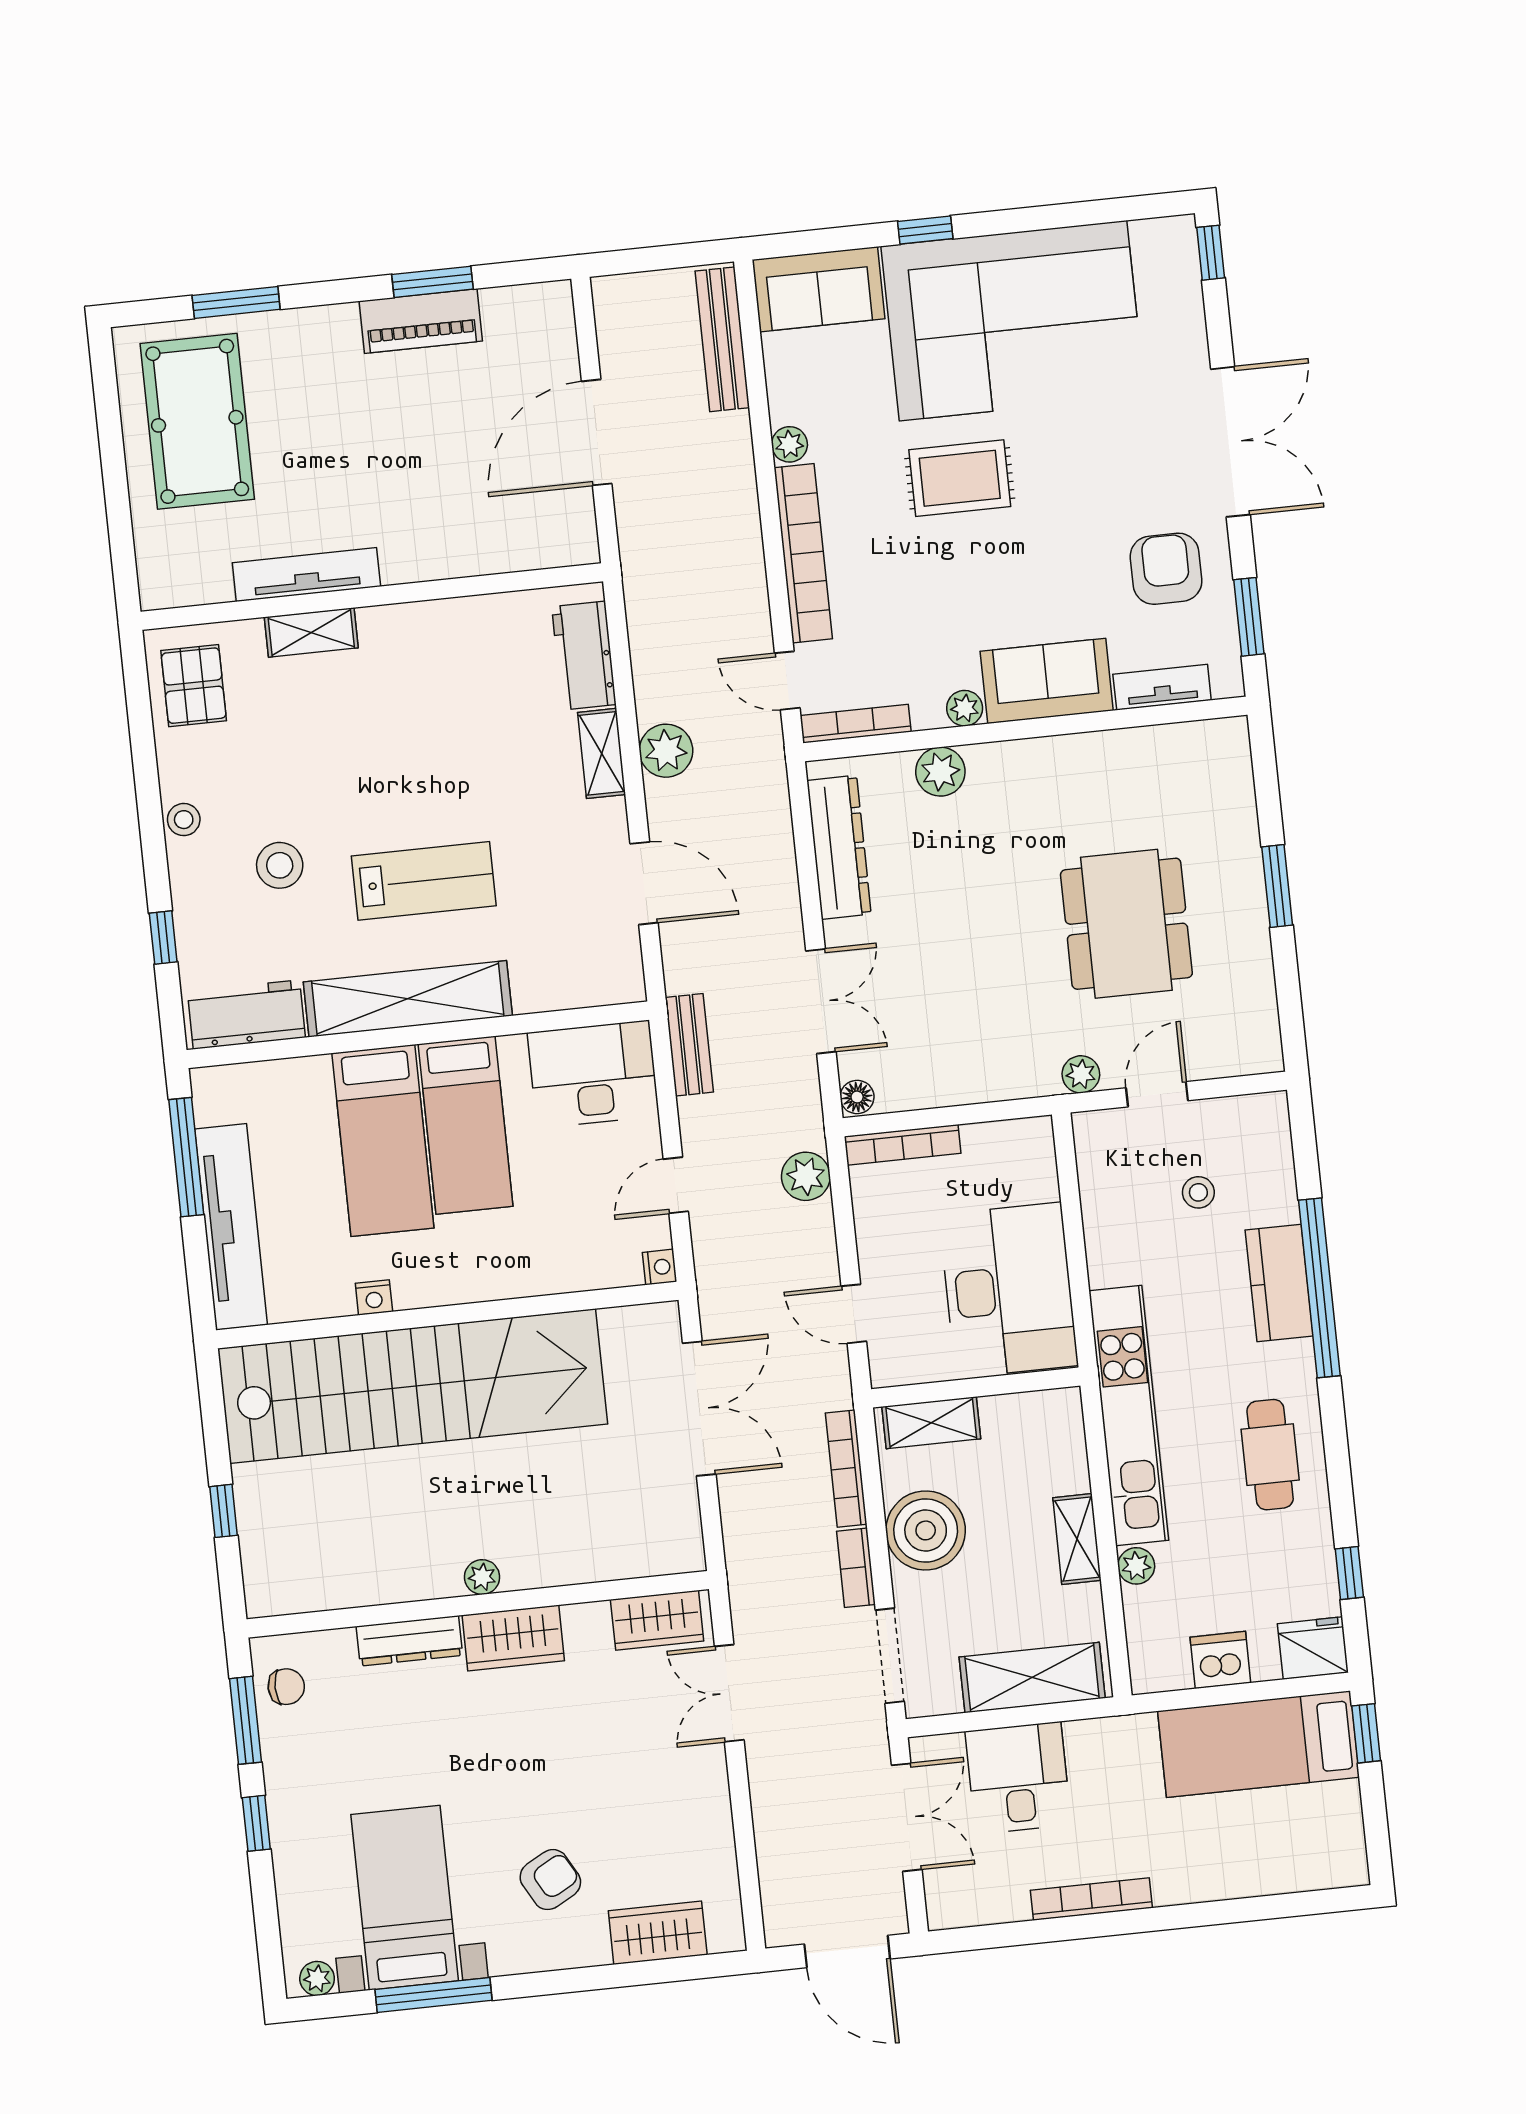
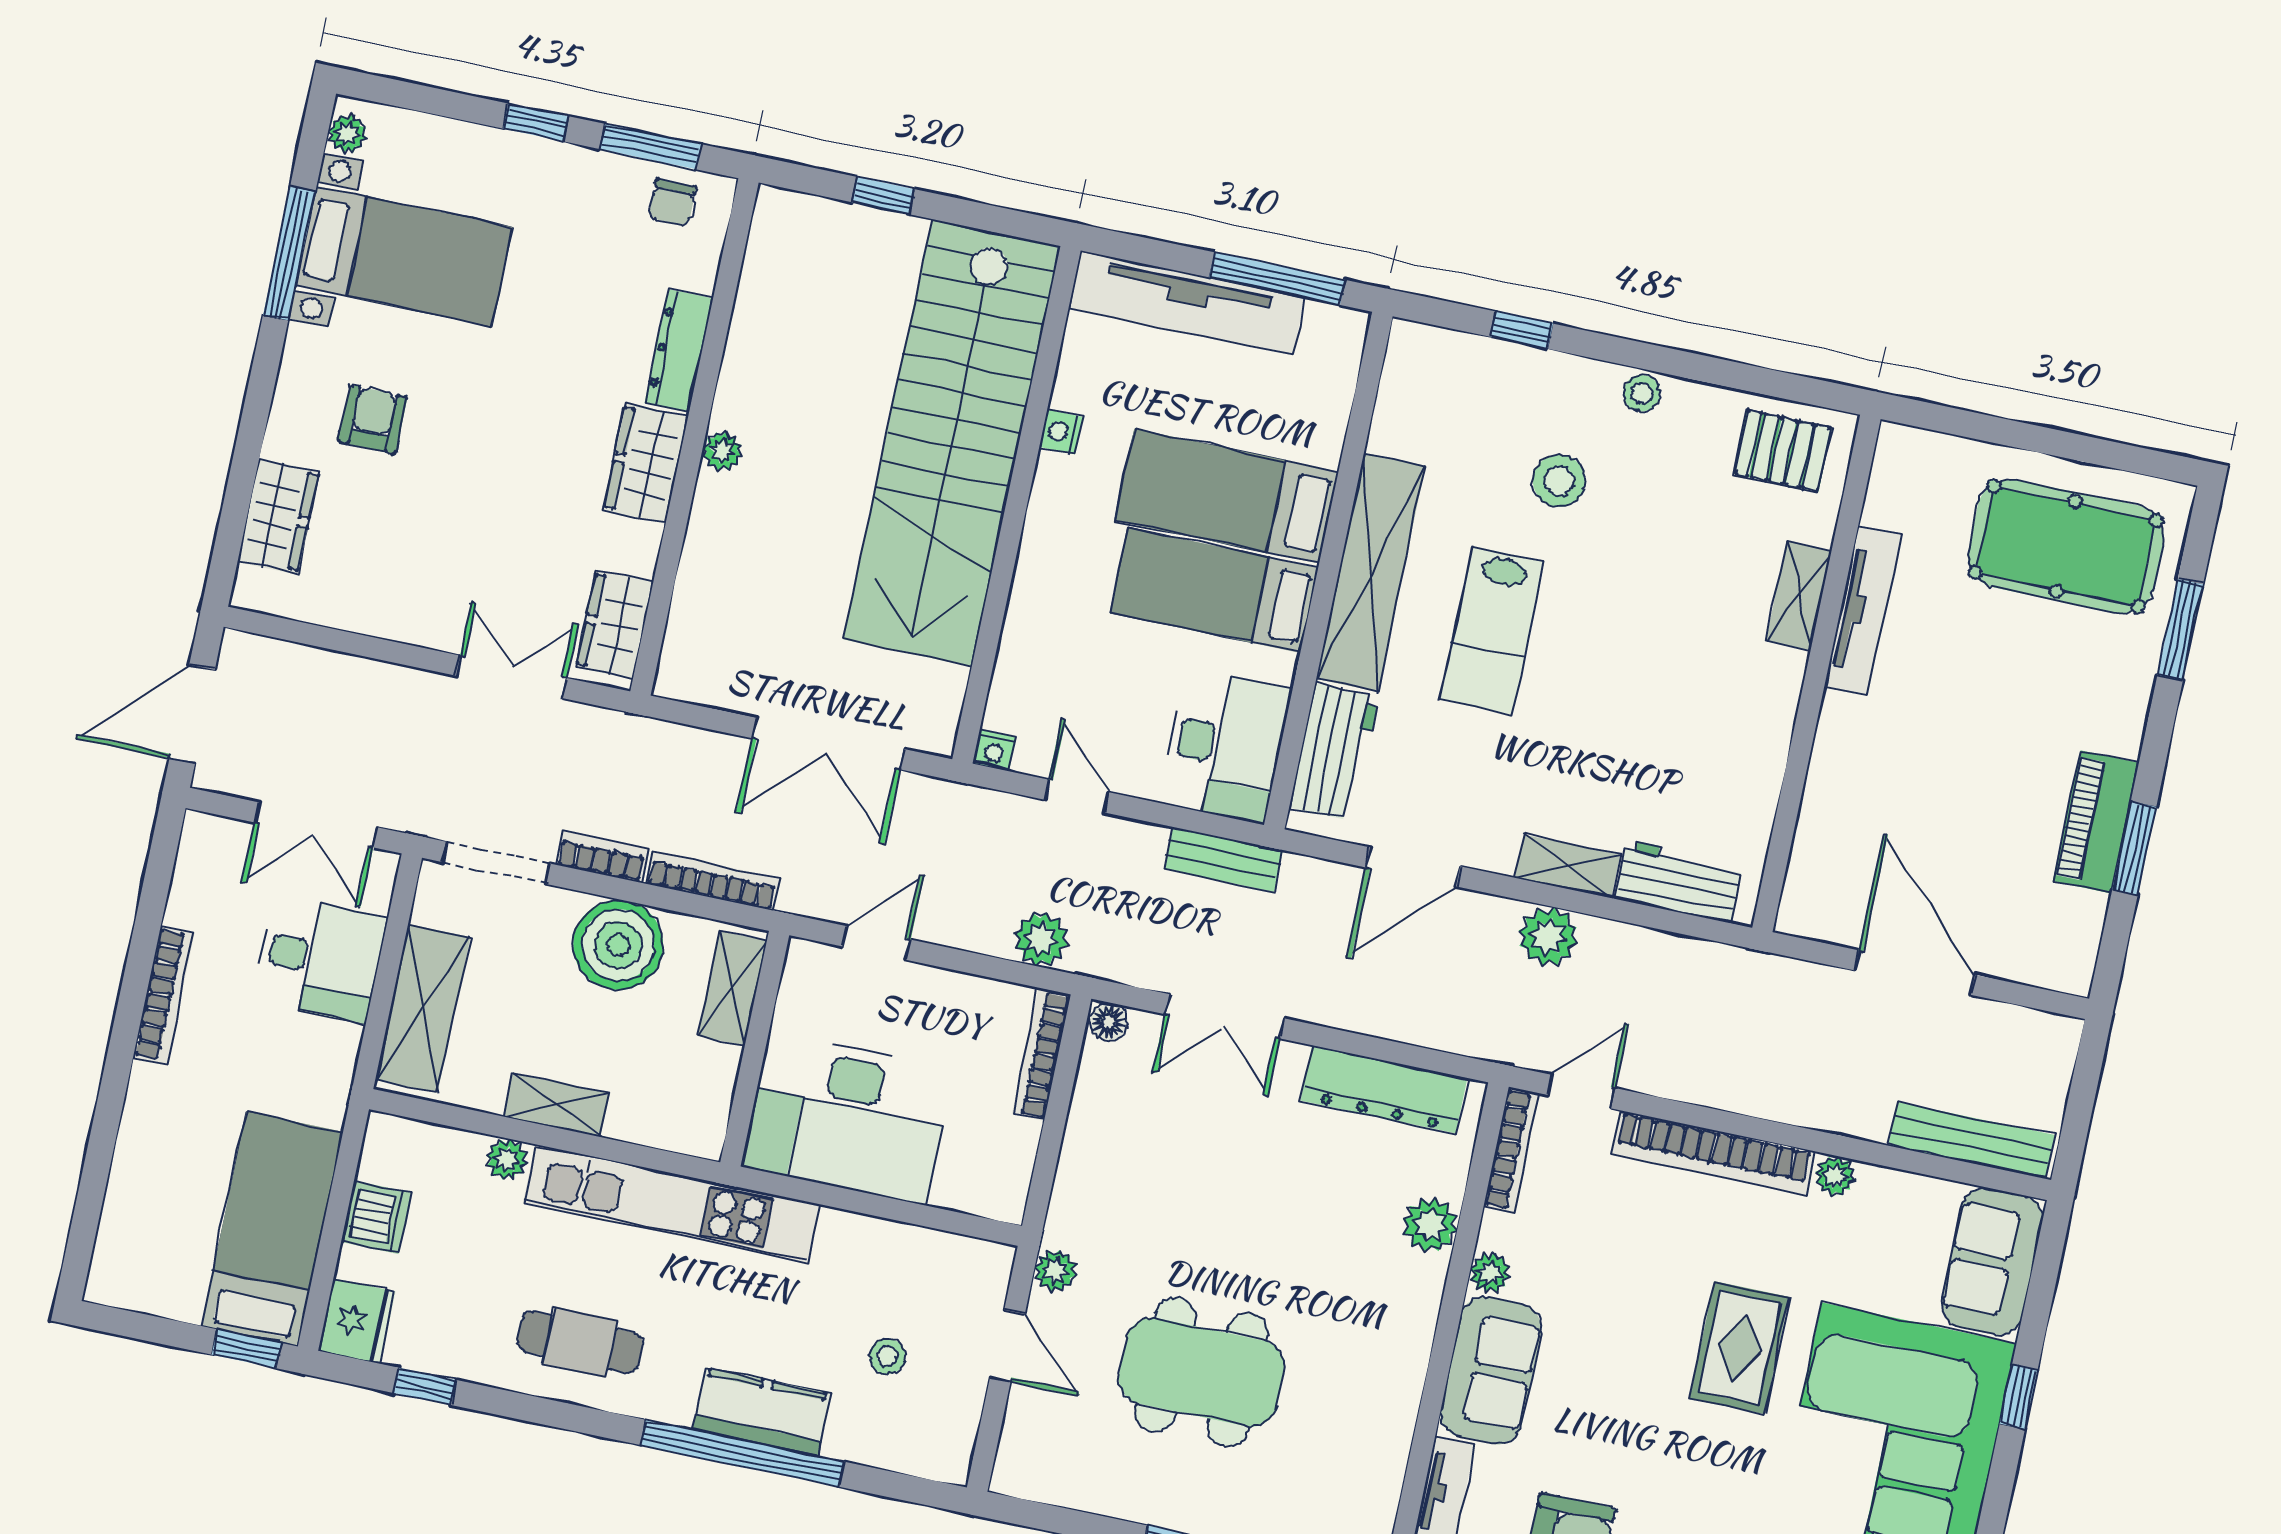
workbench: (246, 1015) -> (1334, 752), moved
armchair: (550, 1880) -> (373, 419), turned -151

